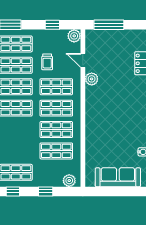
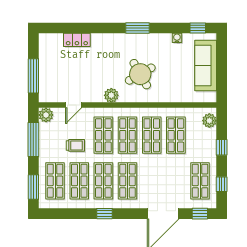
window: (52, 25) -> (33, 139), width x2.17
plant: (92, 79) -> (111, 95), moved
round table: (110, 119) -> (140, 74), added

